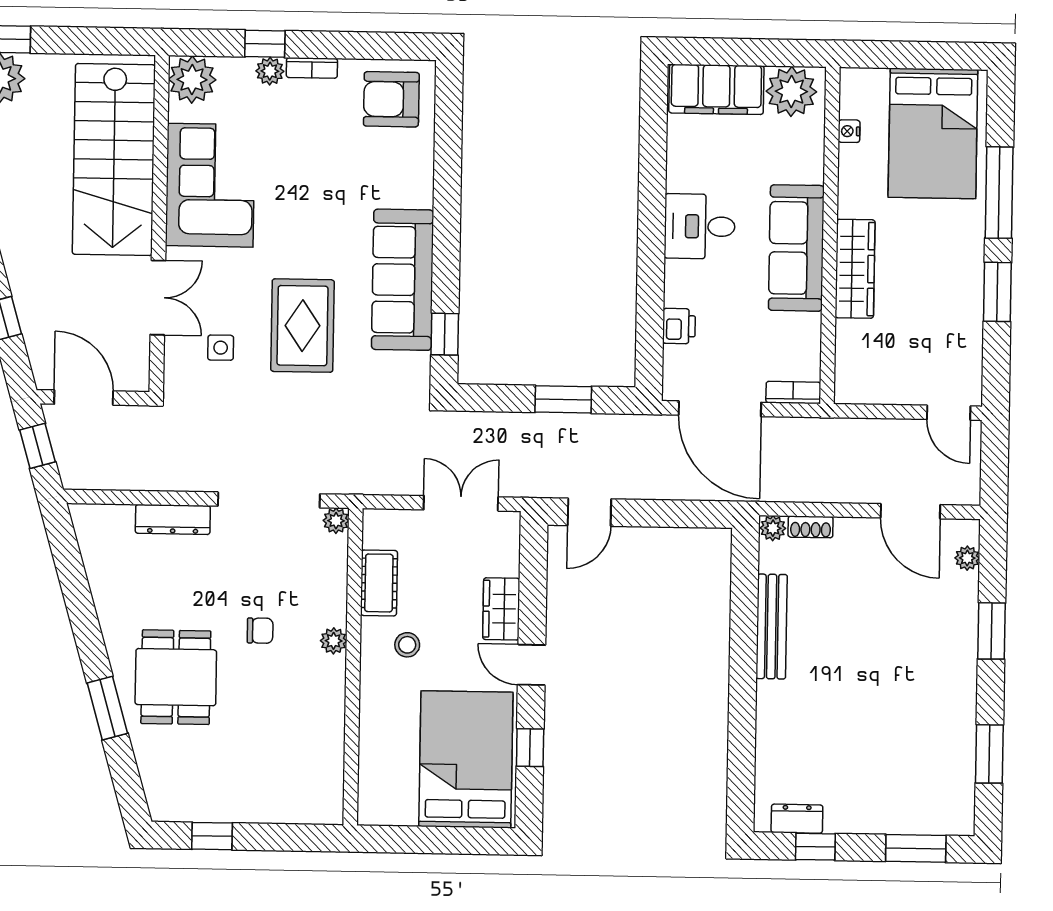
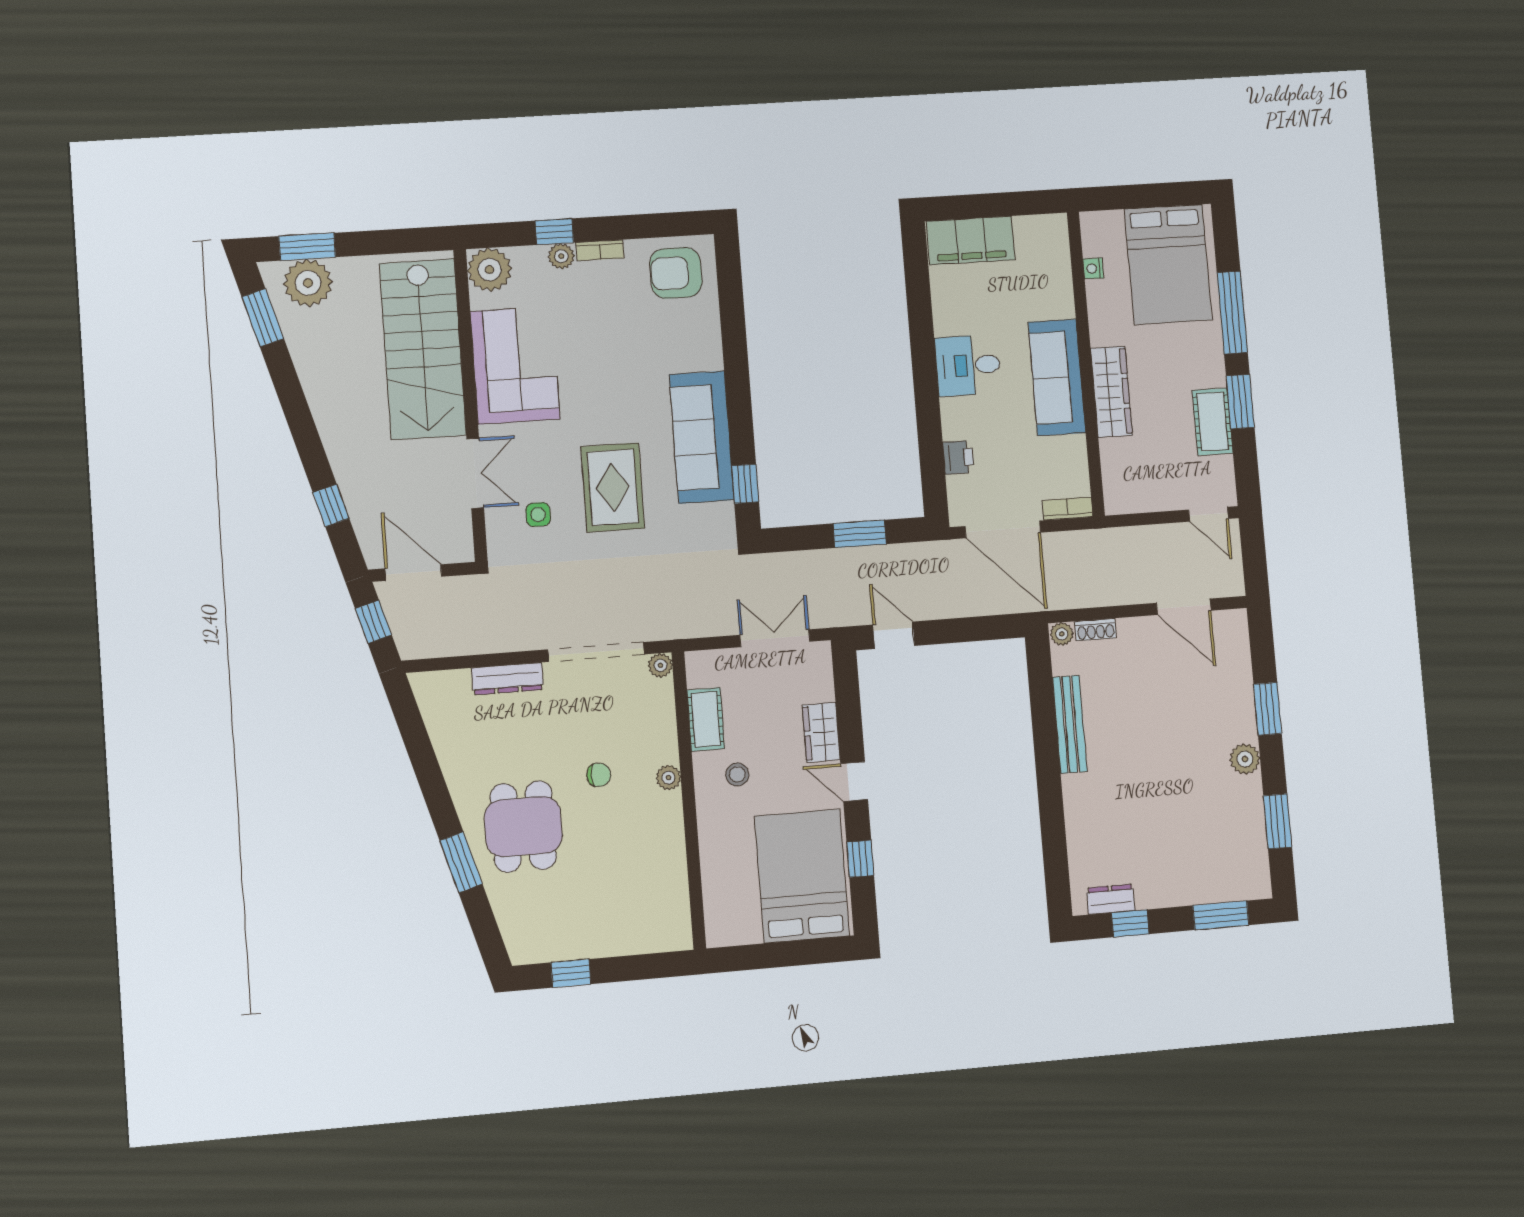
plant: (791, 91) -> (1038, 237), removed
cot: (964, 311) -> (1213, 422), added
door: (589, 512) -> (894, 635), swing flipped
plant: (967, 558) -> (1245, 759), moved, width x1.38, depth x1.38

